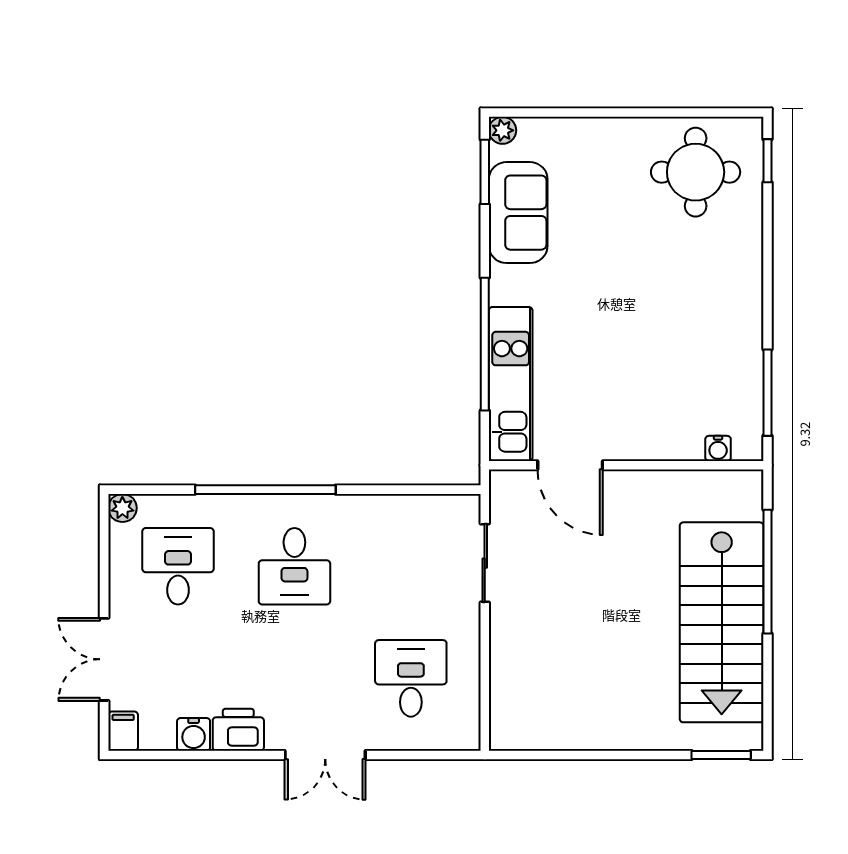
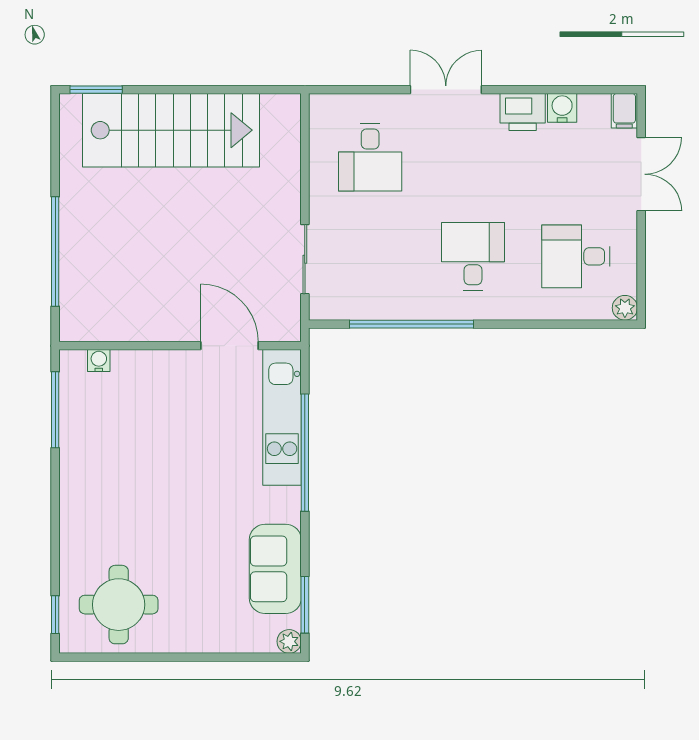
window: (265, 490) -> (411, 324), moved
desk: (178, 566) -> (576, 256), turned 90
stairs: (722, 622) -> (171, 130), moved, turned 90

